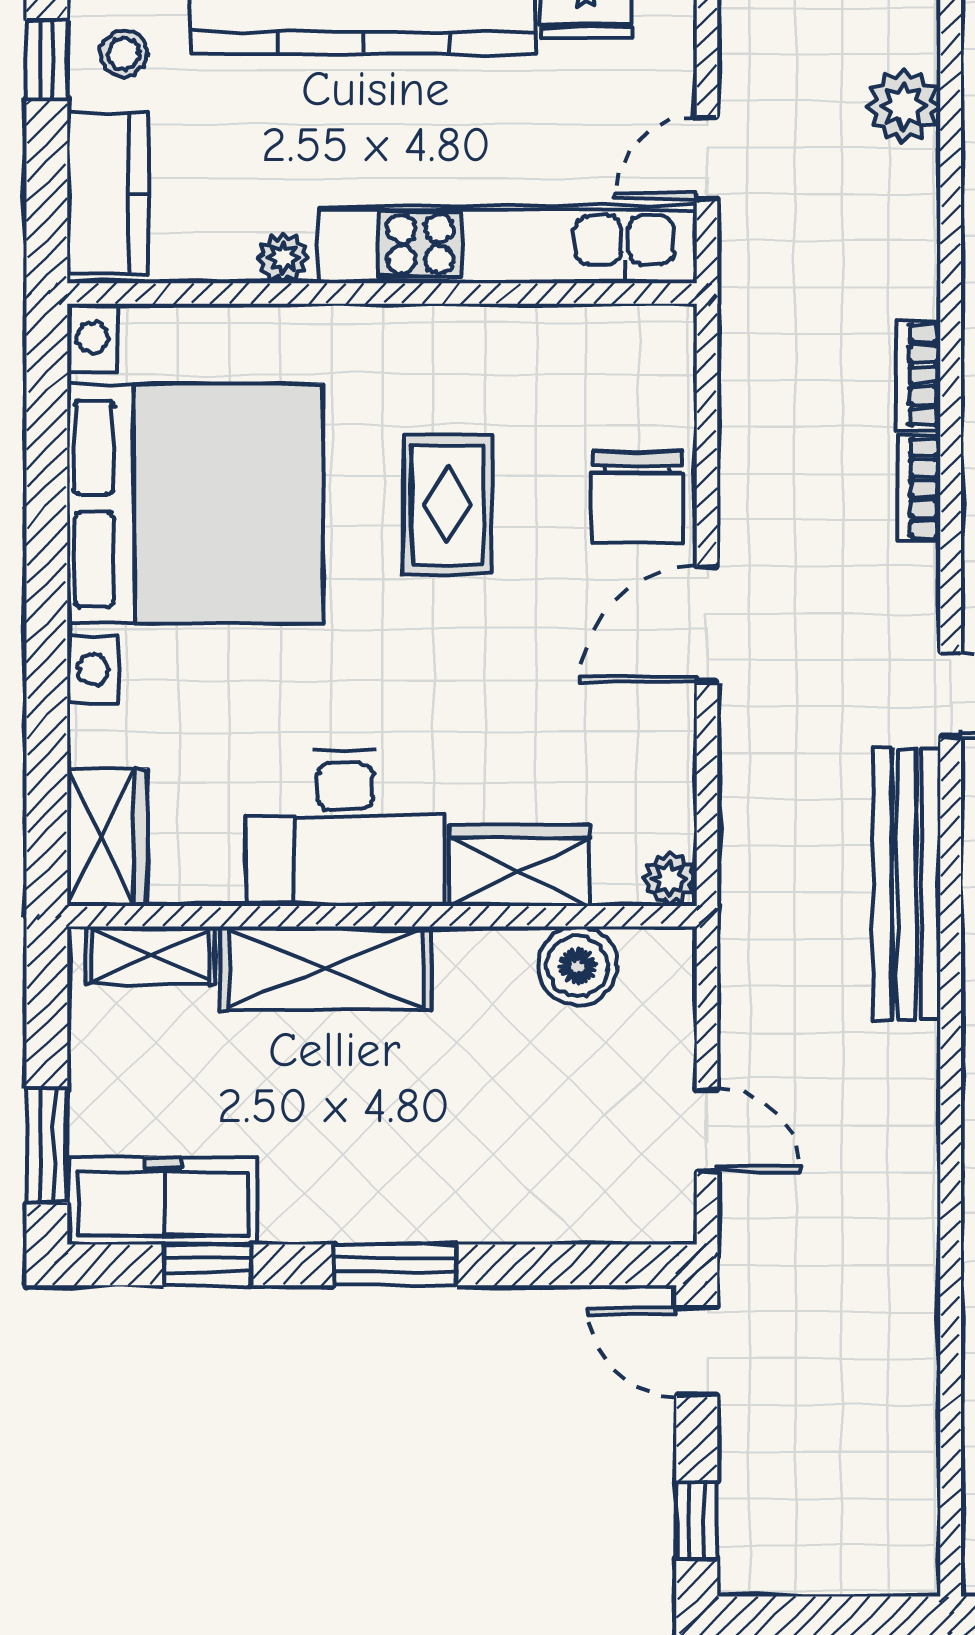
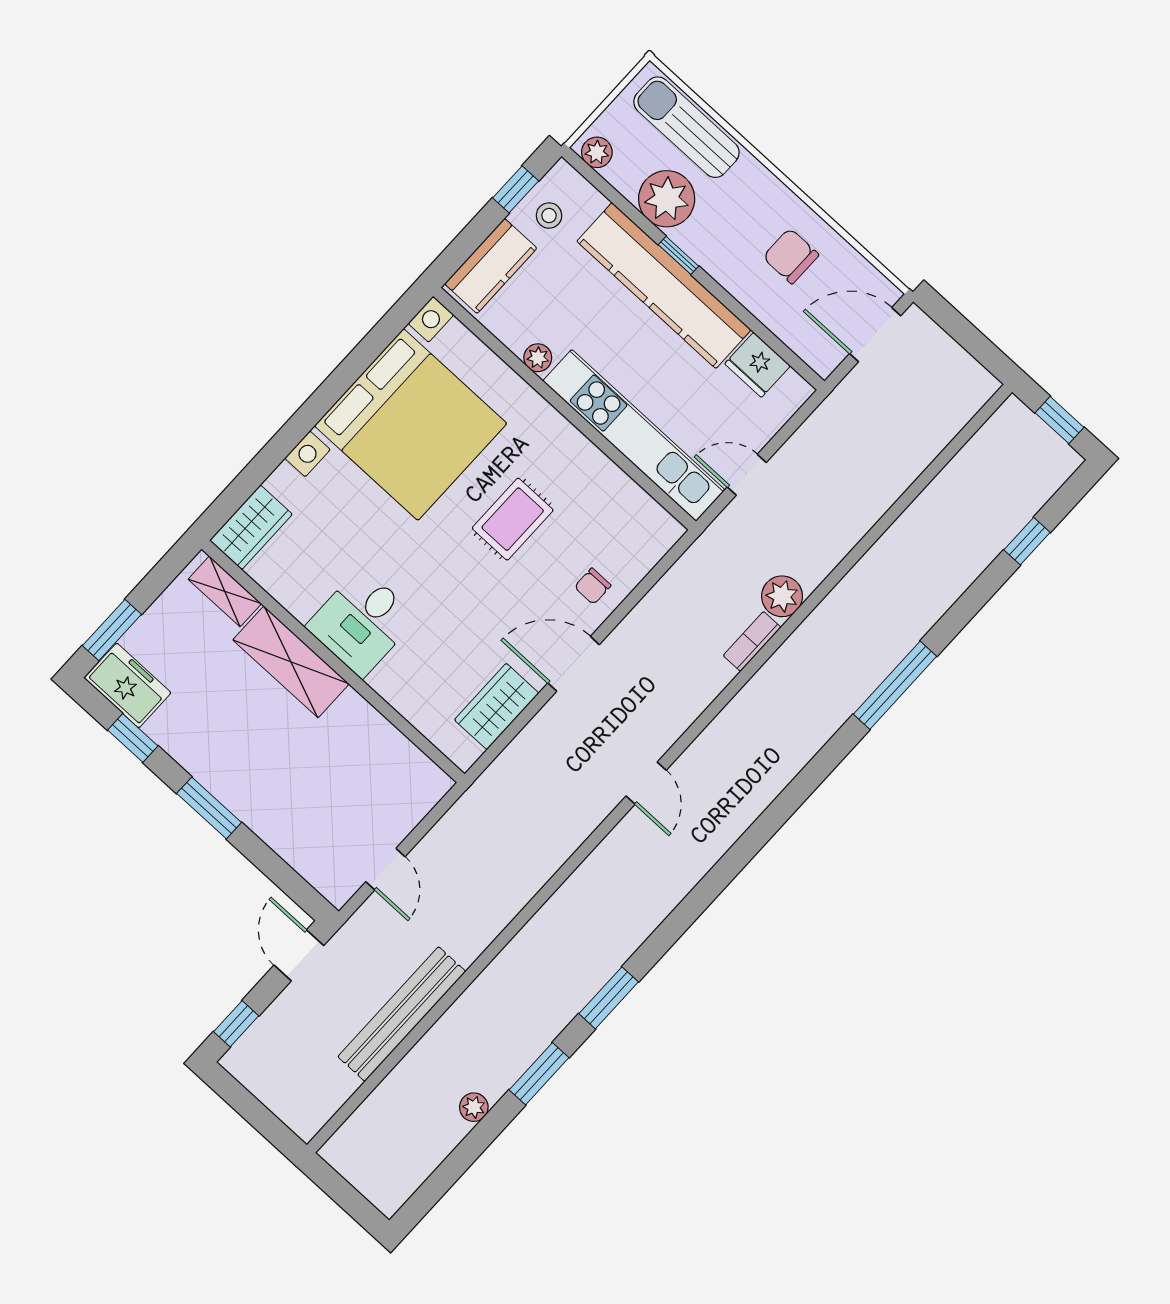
plant: (903, 106) -> (782, 596), moved
bookcase: (919, 488) -> (710, 688), removed
chair: (637, 497) -> (593, 586), width x0.54, depth x0.54
desk: (345, 828) -> (362, 622), width x0.73
wardrobe: (520, 865) -> (497, 706), moved, turned -90
plant: (669, 879) -> (464, 753), removed
bench: (907, 884) -> (402, 1014), moved
boiler: (577, 966) -> (394, 754), removed
freezer: (163, 1201) -> (128, 685), width x0.71

